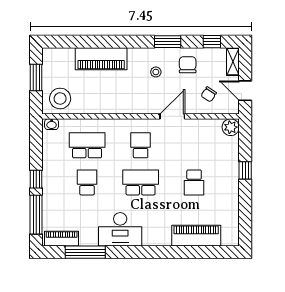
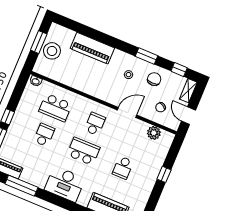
stool: (60, 98) -> (52, 51), moved
plant: (231, 127) -> (154, 133), moved
school desk: (87, 145) -> (55, 108), turned 180
desk: (120, 229) -> (65, 184), moved

